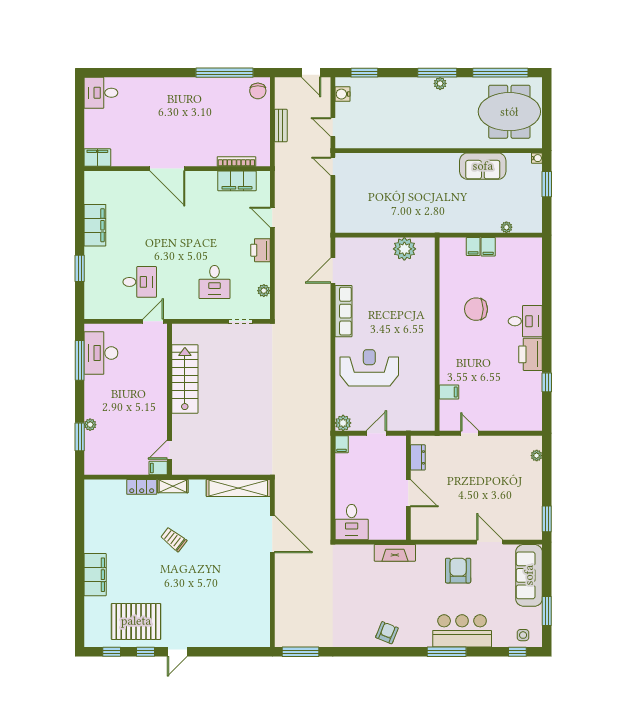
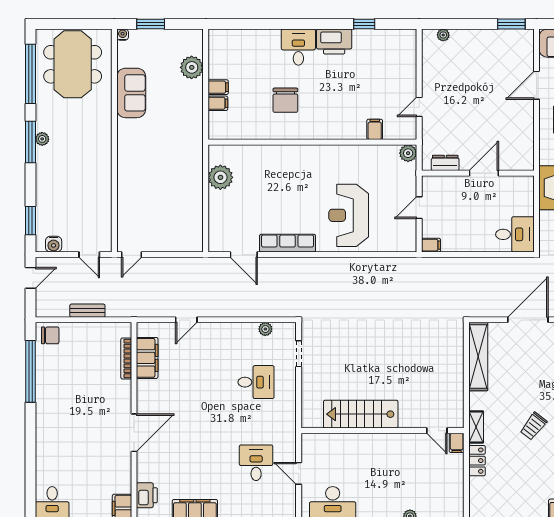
door: (333, 127) -> (89, 255), hinge flipped
plant: (506, 227) -> (192, 67), width x1.88, depth x1.88
printer: (260, 250) -> (147, 495), moved, turned -90
door: (153, 321) -> (299, 473), moved
plant: (343, 423) -> (408, 153), moved
door: (376, 433) -> (419, 208), hinge flipped

